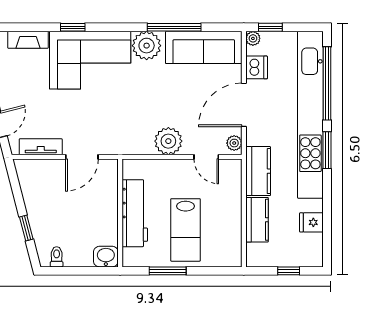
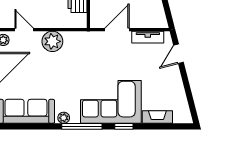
window: (174, 27) -> (82, 126), moved
plant: (147, 46) -> (64, 118), width x0.53, depth x0.53

